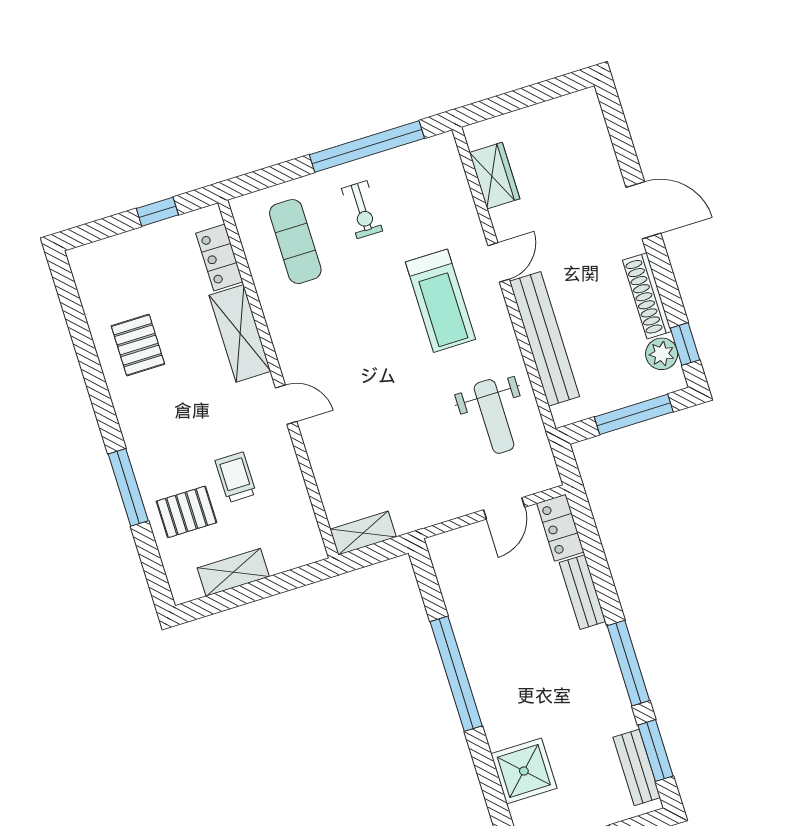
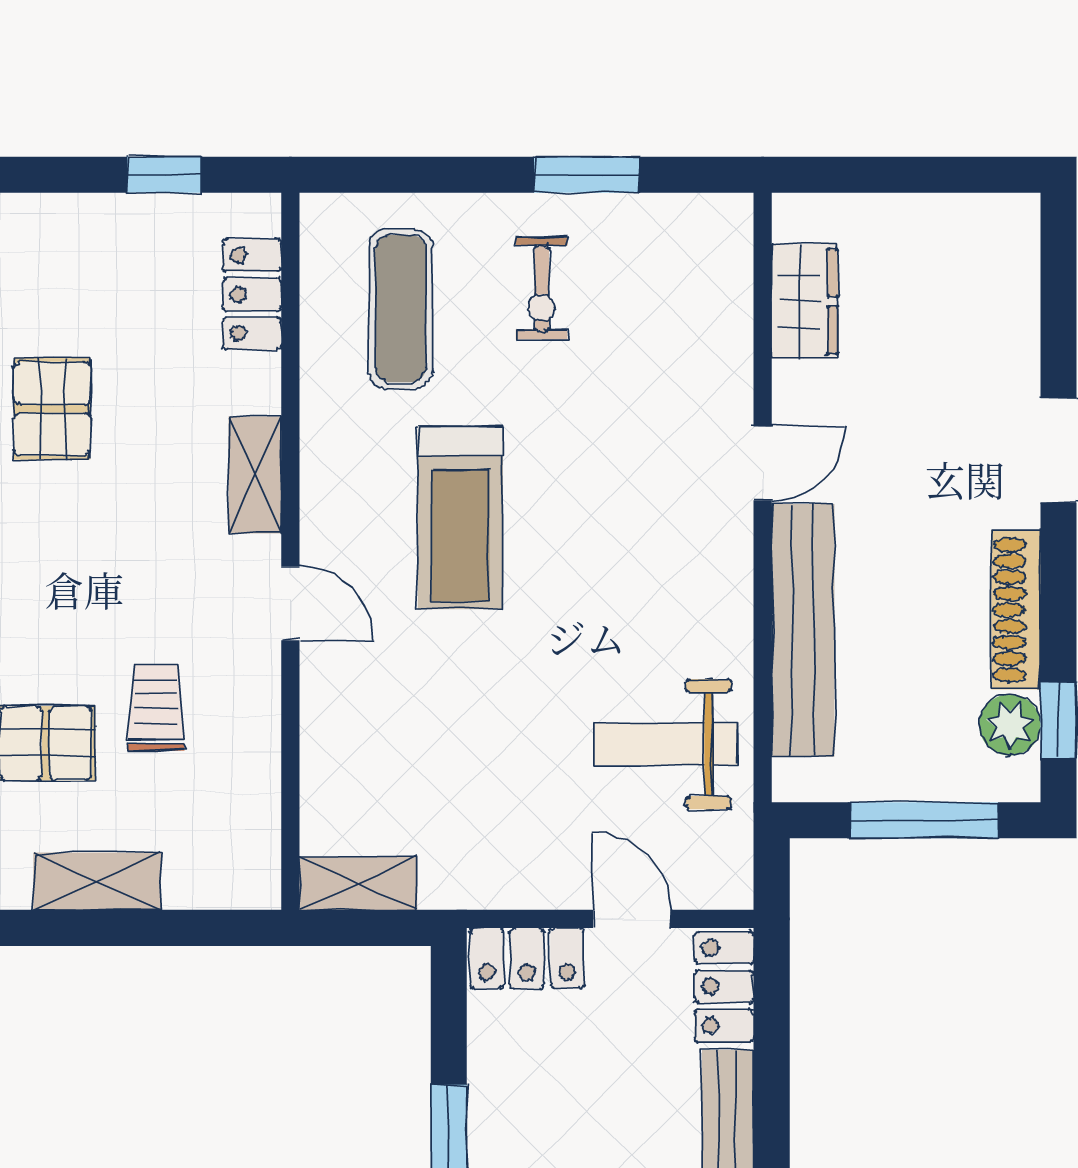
window: (367, 146) -> (587, 175), width x0.47
treadmill: (440, 301) -> (460, 518), moved
shelving: (240, 333) -> (255, 475), width x0.67, depth x0.75
weight bench: (494, 416) -> (666, 744), turned 90
door: (504, 508) -> (632, 919), swing flipped
locker: (458, 544) -> (527, 958), added

